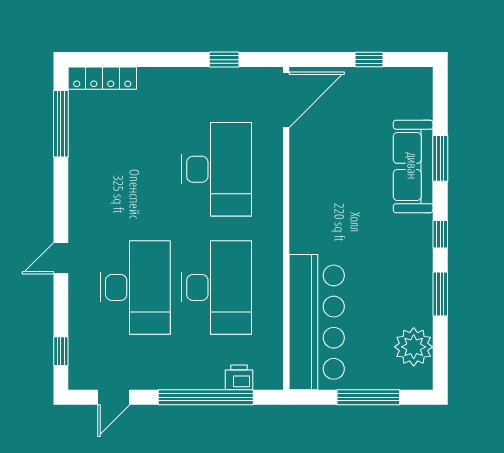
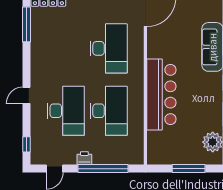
bar counter: (317, 322) -> (161, 94), moved
printer: (239, 377) -> (84, 158), moved

